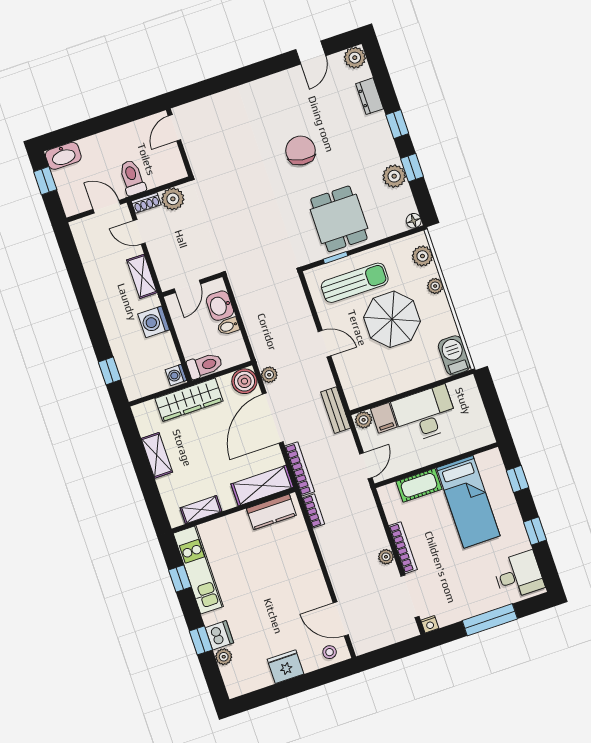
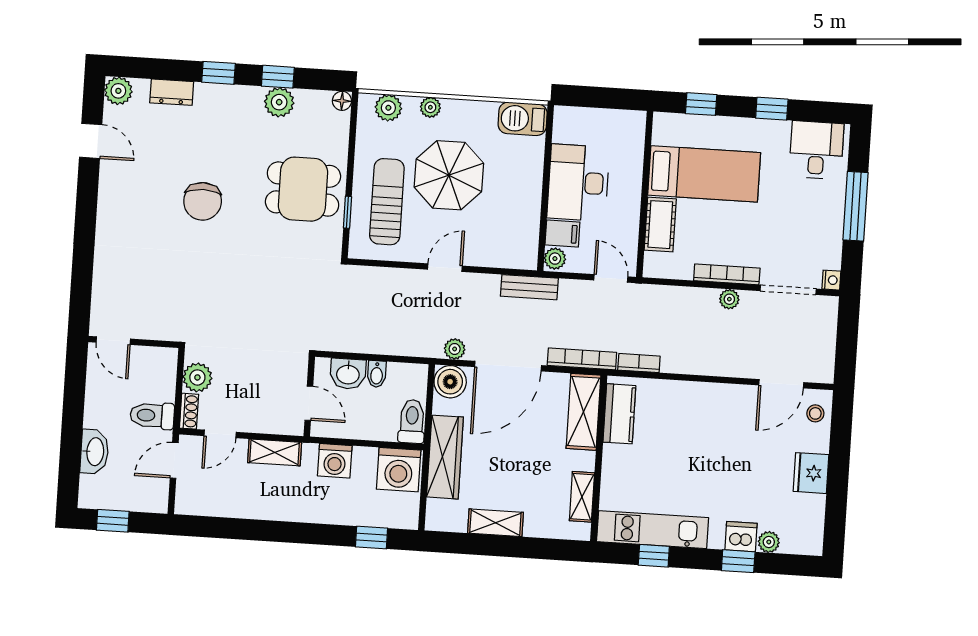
chair: (301, 151) -> (203, 201), turned -99
washbasin: (63, 156) -> (94, 452), moved
washing machine: (176, 375) -> (399, 470), width x1.89, depth x1.89
door: (273, 418) -> (508, 366), hinge flipped

